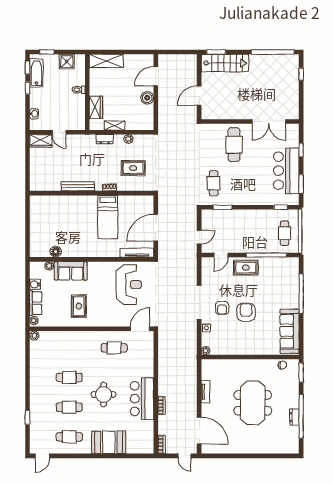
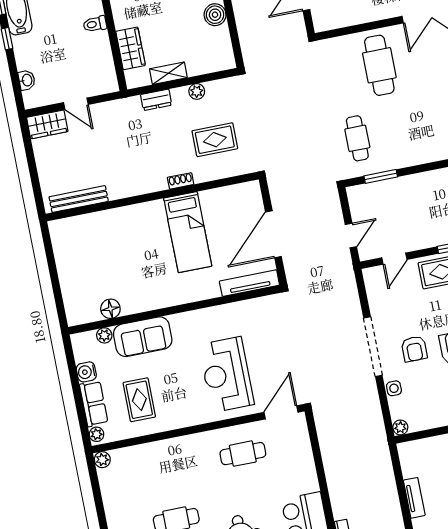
bench: (78, 186) -> (79, 199), moved
reception desk: (129, 285) -> (226, 375), moved, turned 180
rug: (79, 306) -> (139, 400), moved

